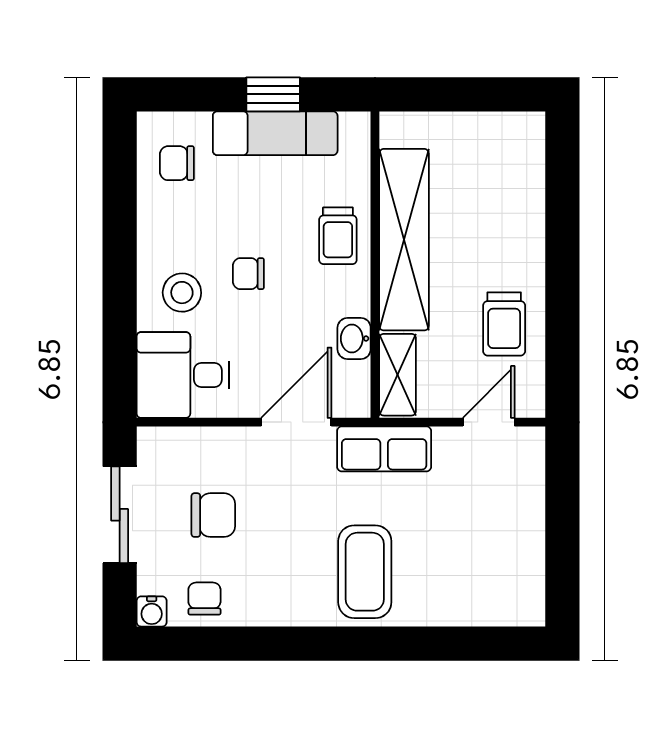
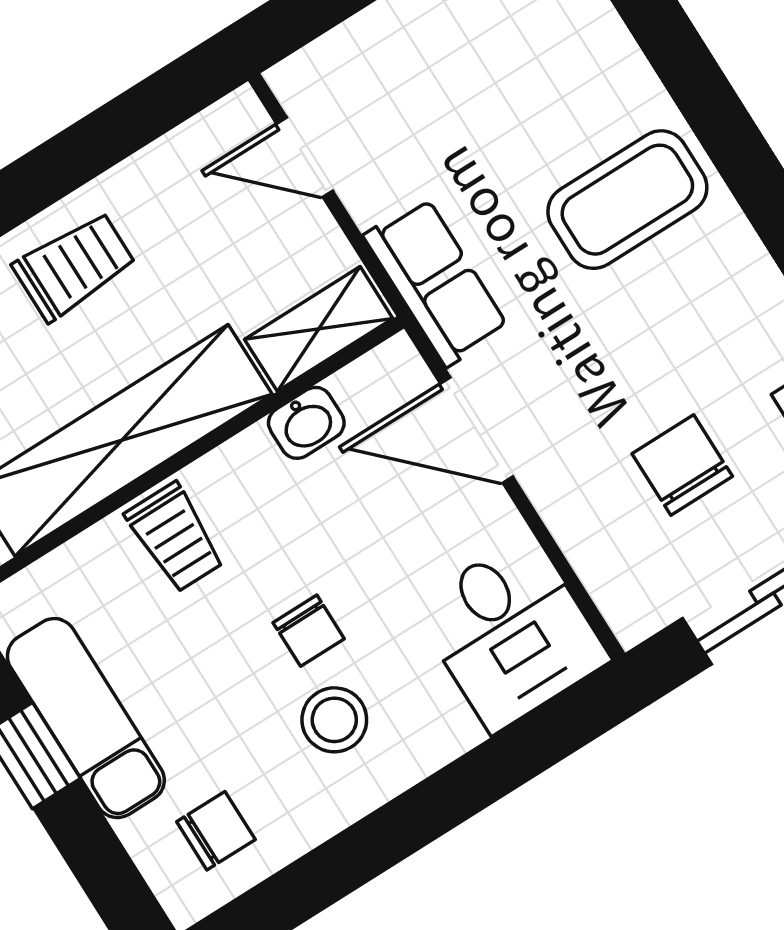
chair: (177, 163) -> (216, 831), turned -90
trolley: (338, 236) -> (175, 537), turned 90
stool: (182, 293) -> (334, 720), moved
trolley: (504, 324) -> (74, 266), moved

